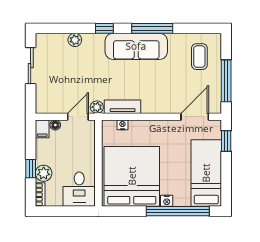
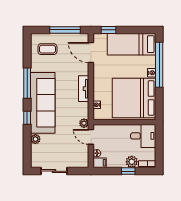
sofa: (136, 46) -> (43, 103), width x1.36, depth x1.27
tv unit: (123, 107) -> (84, 89), moved

